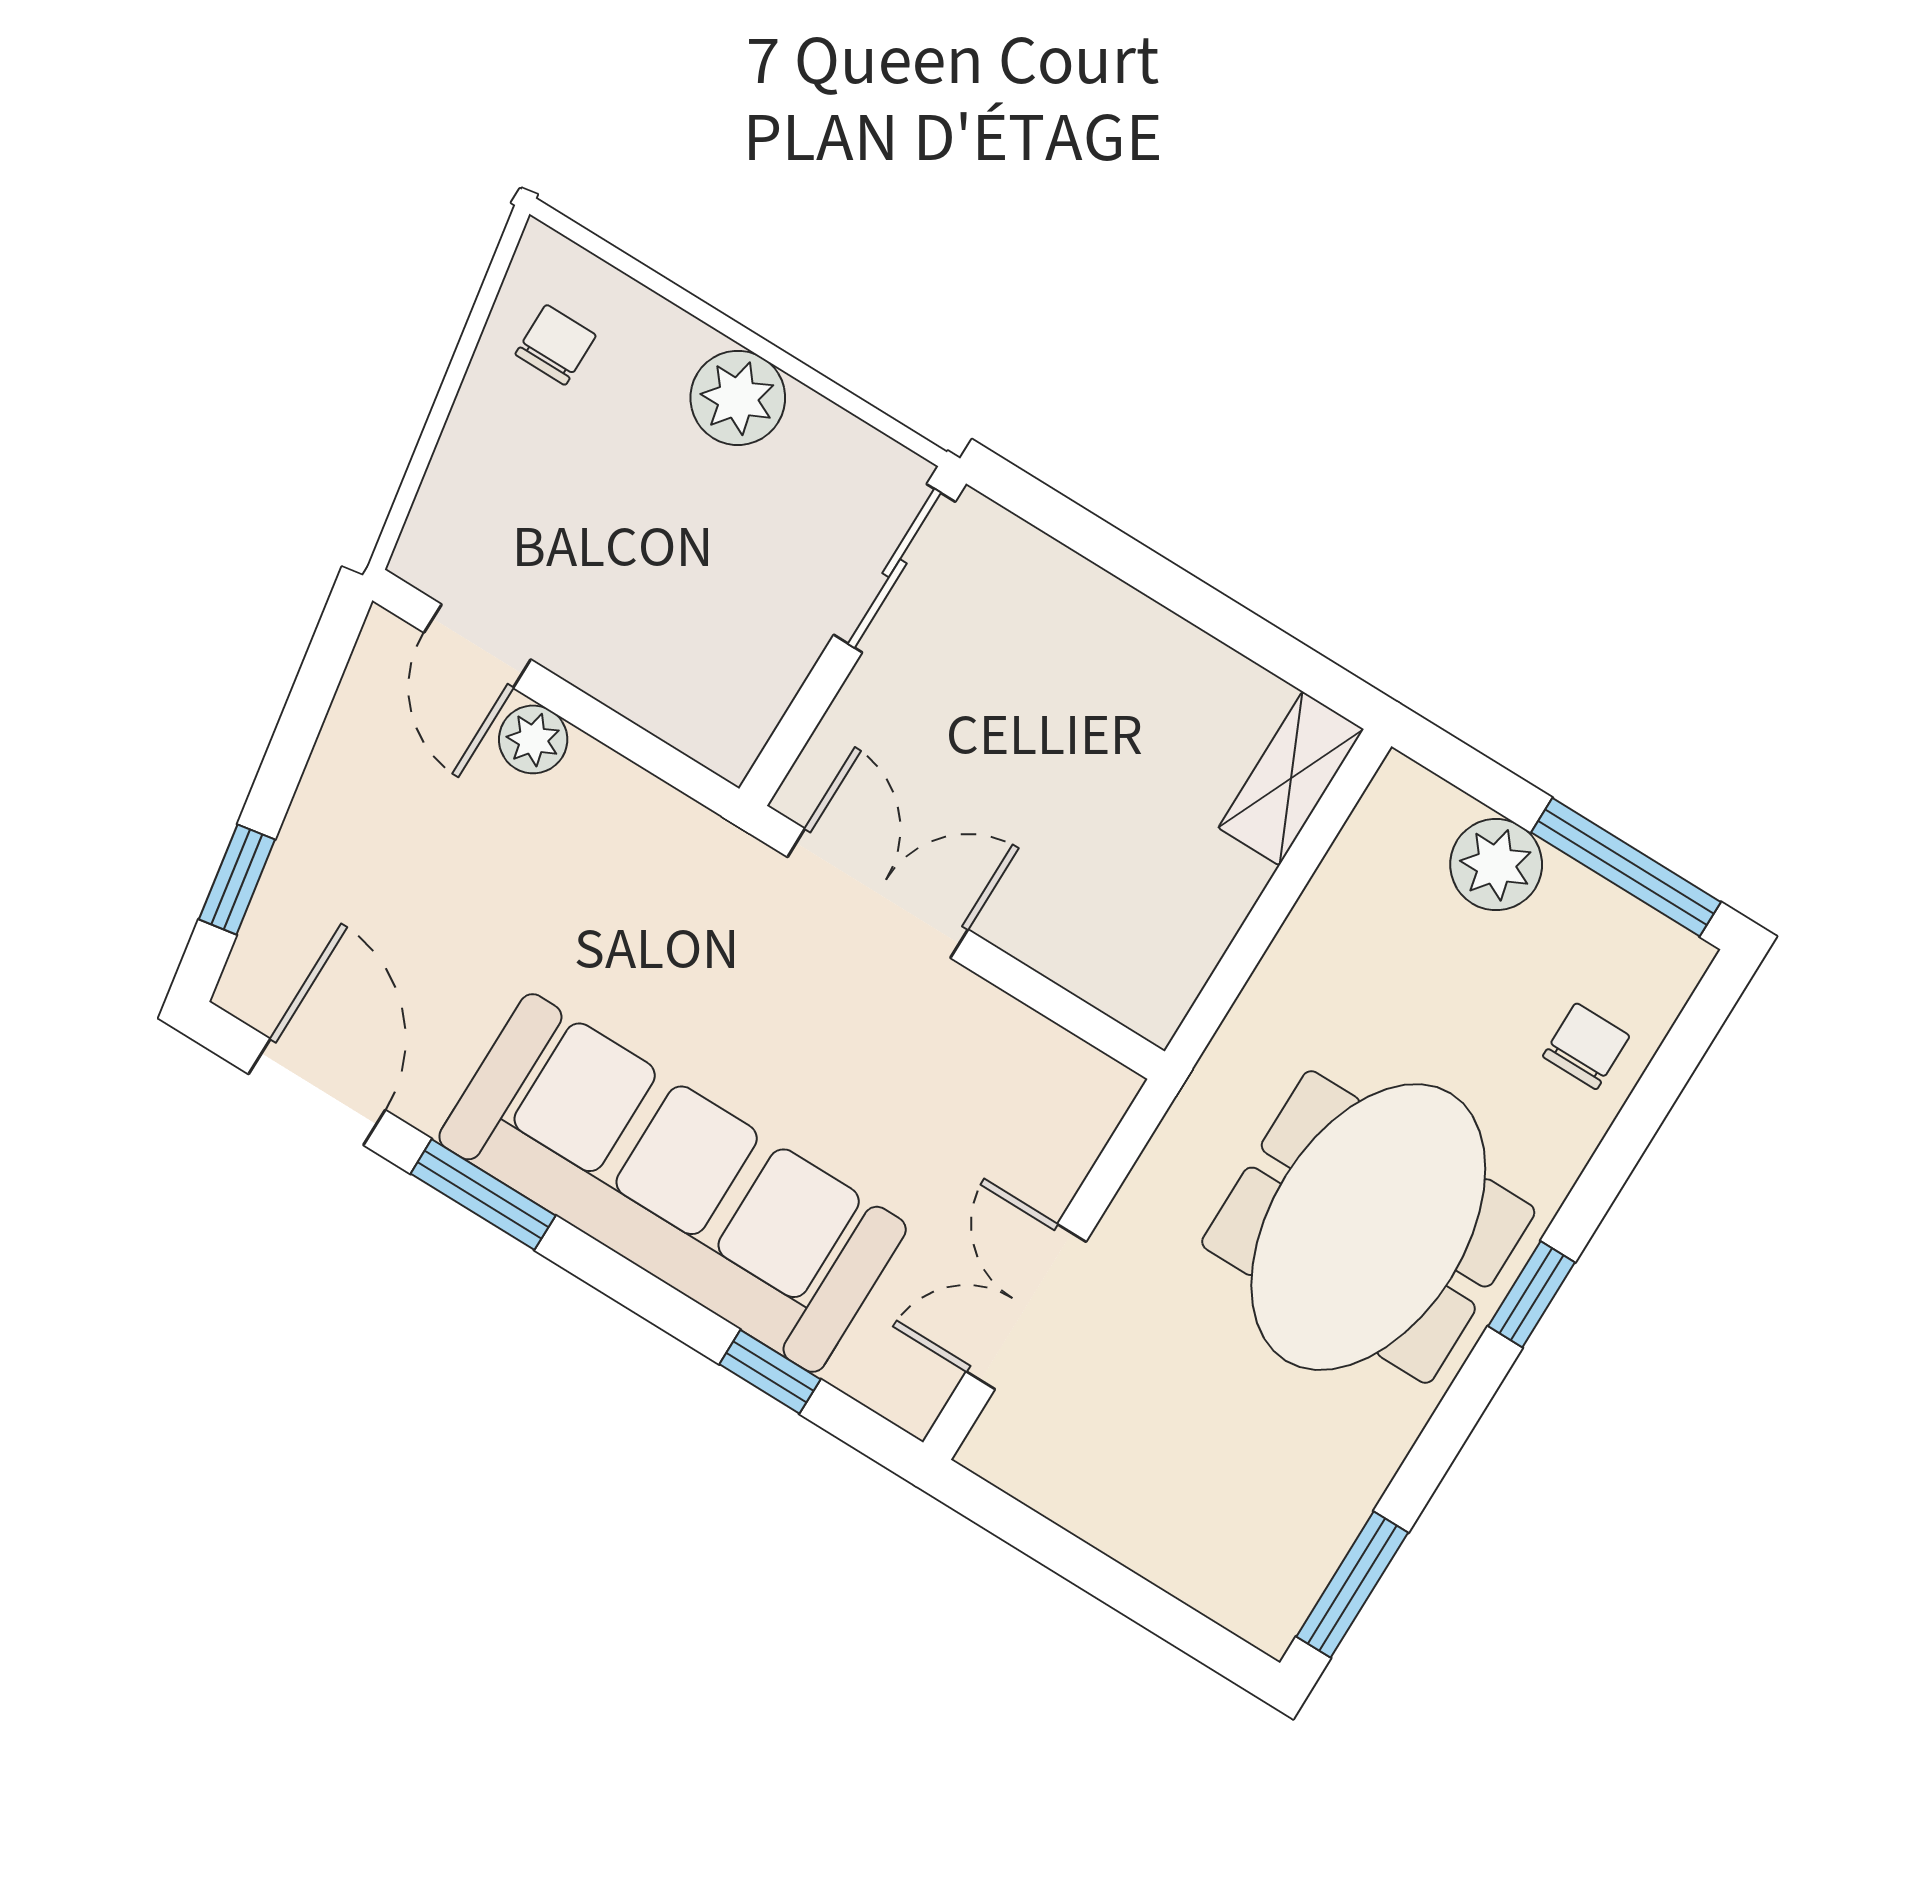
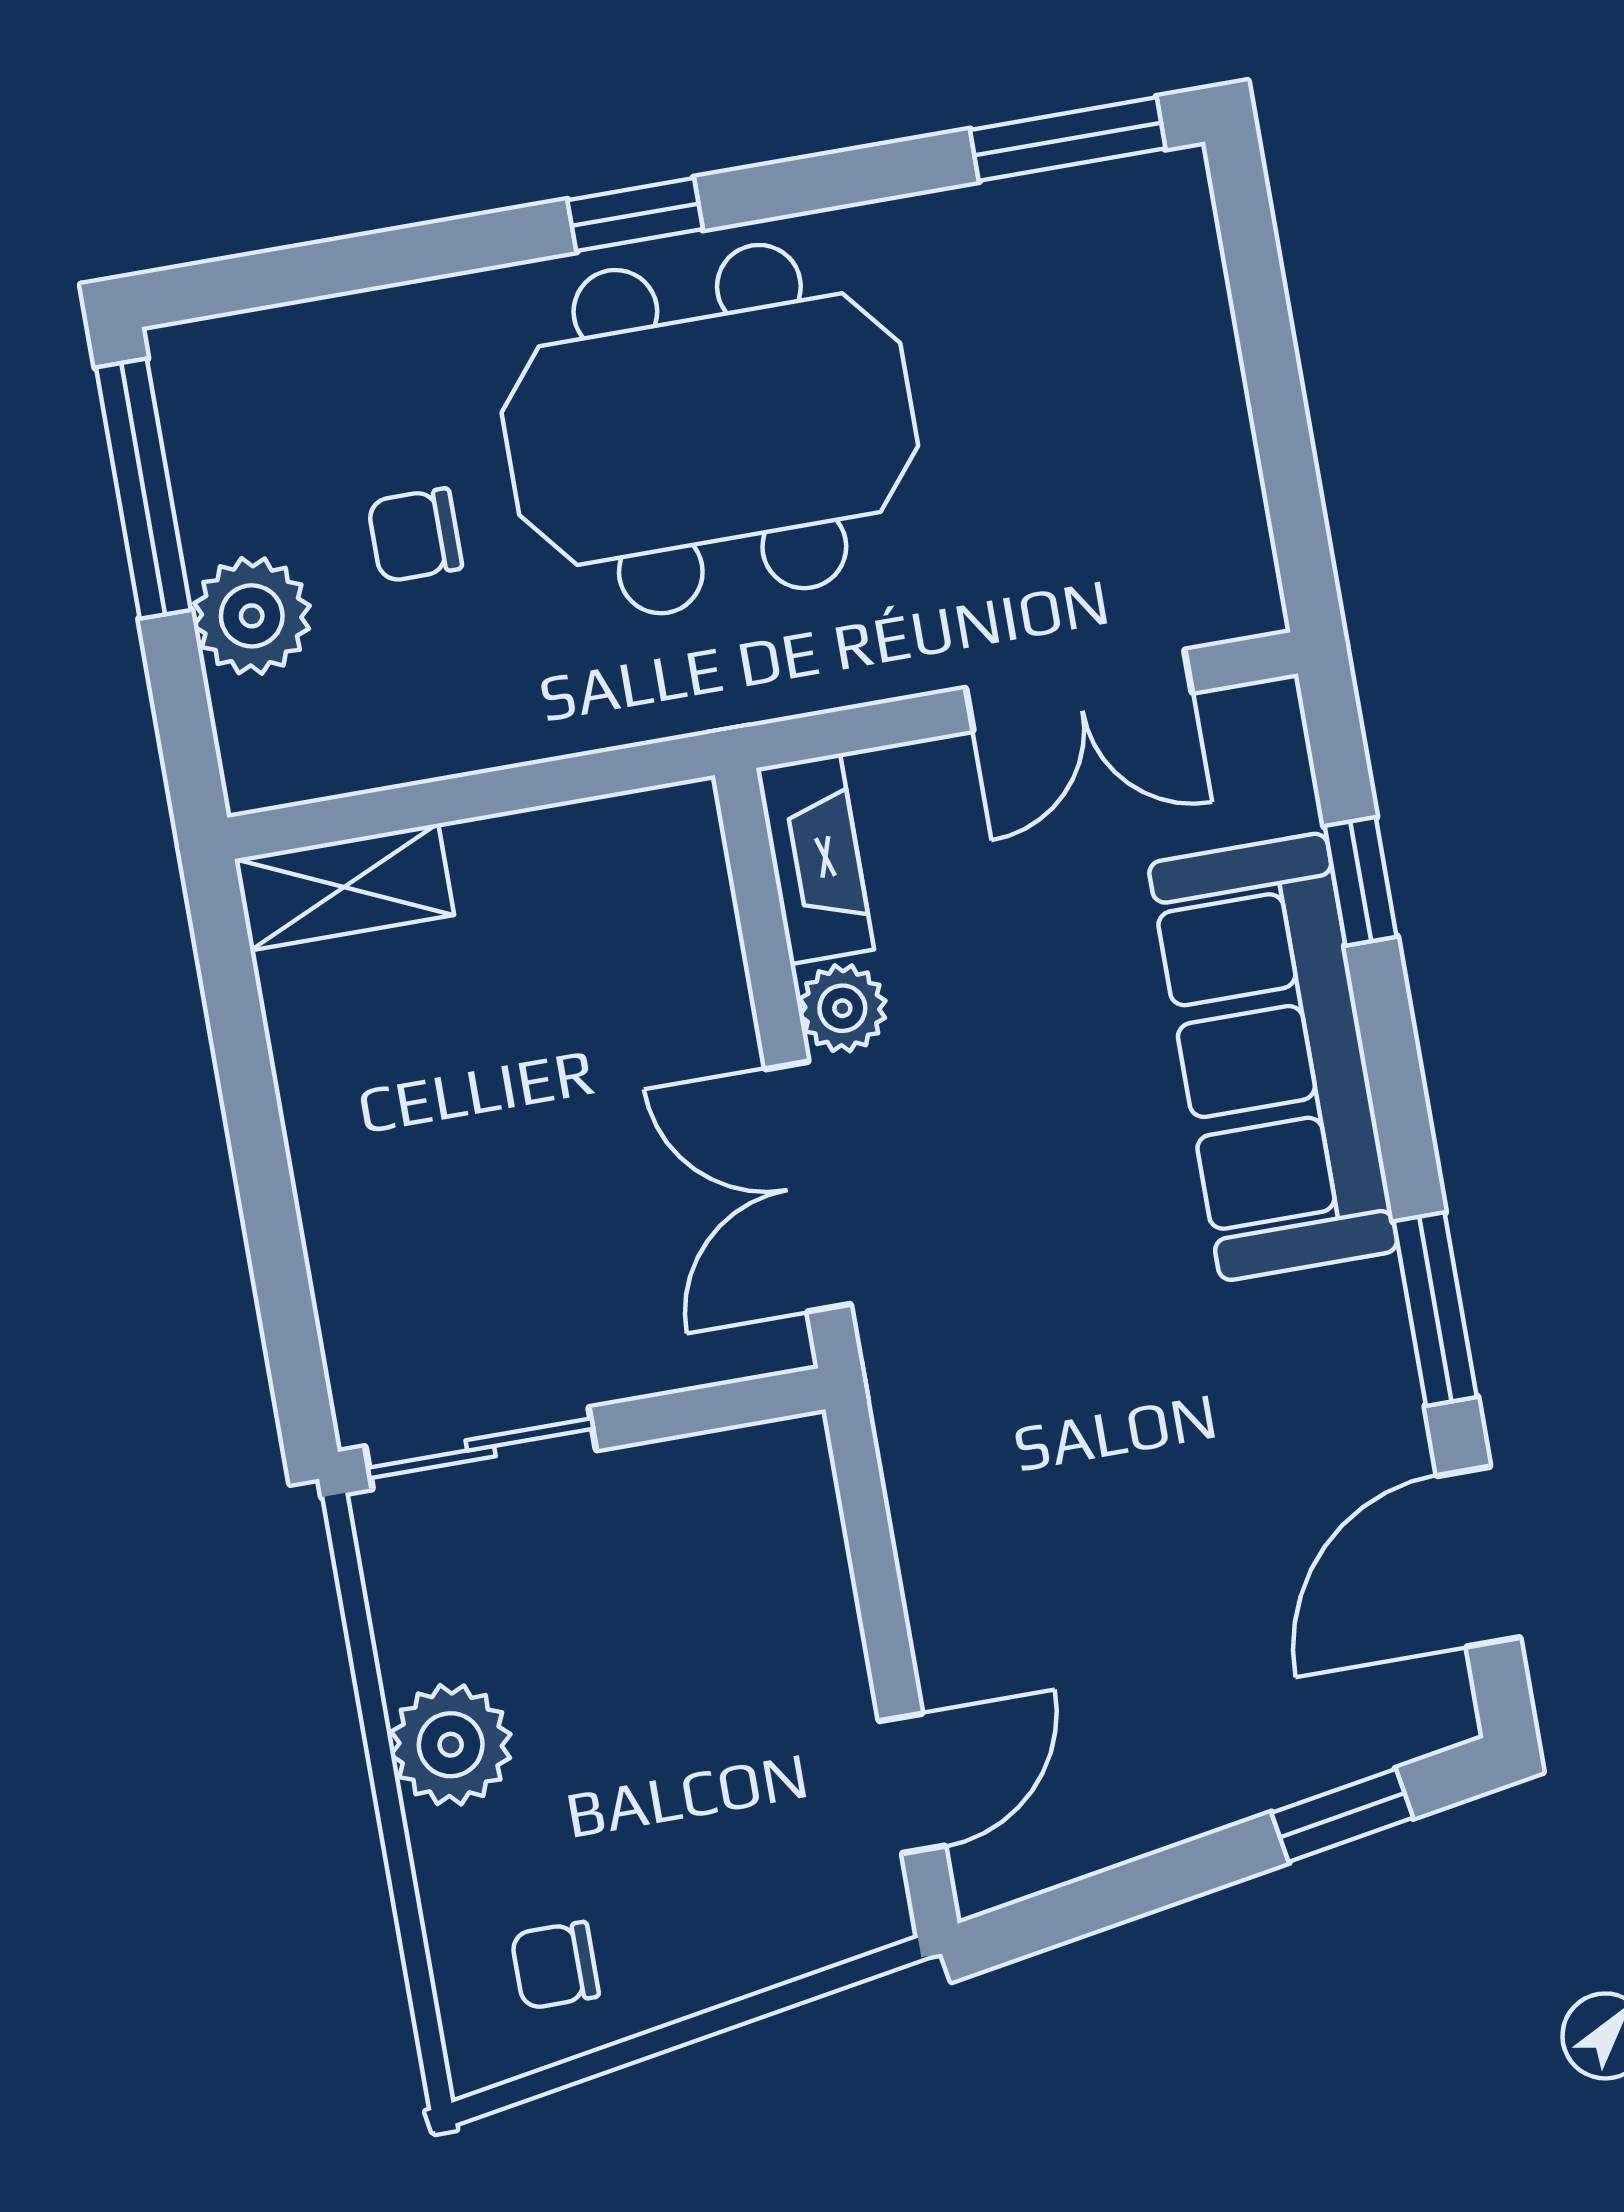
plant: (533, 739) -> (842, 1008), moved
chair: (1586, 1046) -> (415, 535), moved
fireplace: (1064, 1066) -> (815, 859), added
sofa: (673, 1183) -> (1273, 1057), width x0.74, depth x0.79

